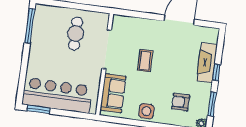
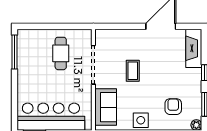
fireplace: (207, 63) -> (194, 48), moved
armchair: (181, 102) -> (173, 107), turned 90

